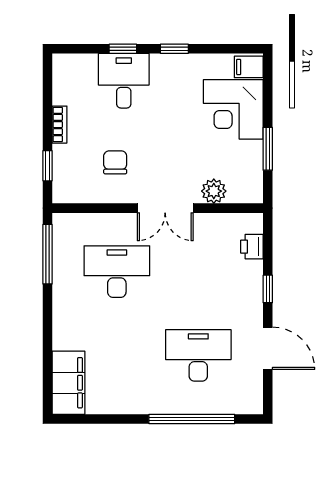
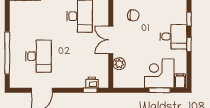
desk: (124, 81) -> (173, 37), moved
window: (268, 149) -> (160, 90), moved
window: (268, 289) -> (90, 90), moved

